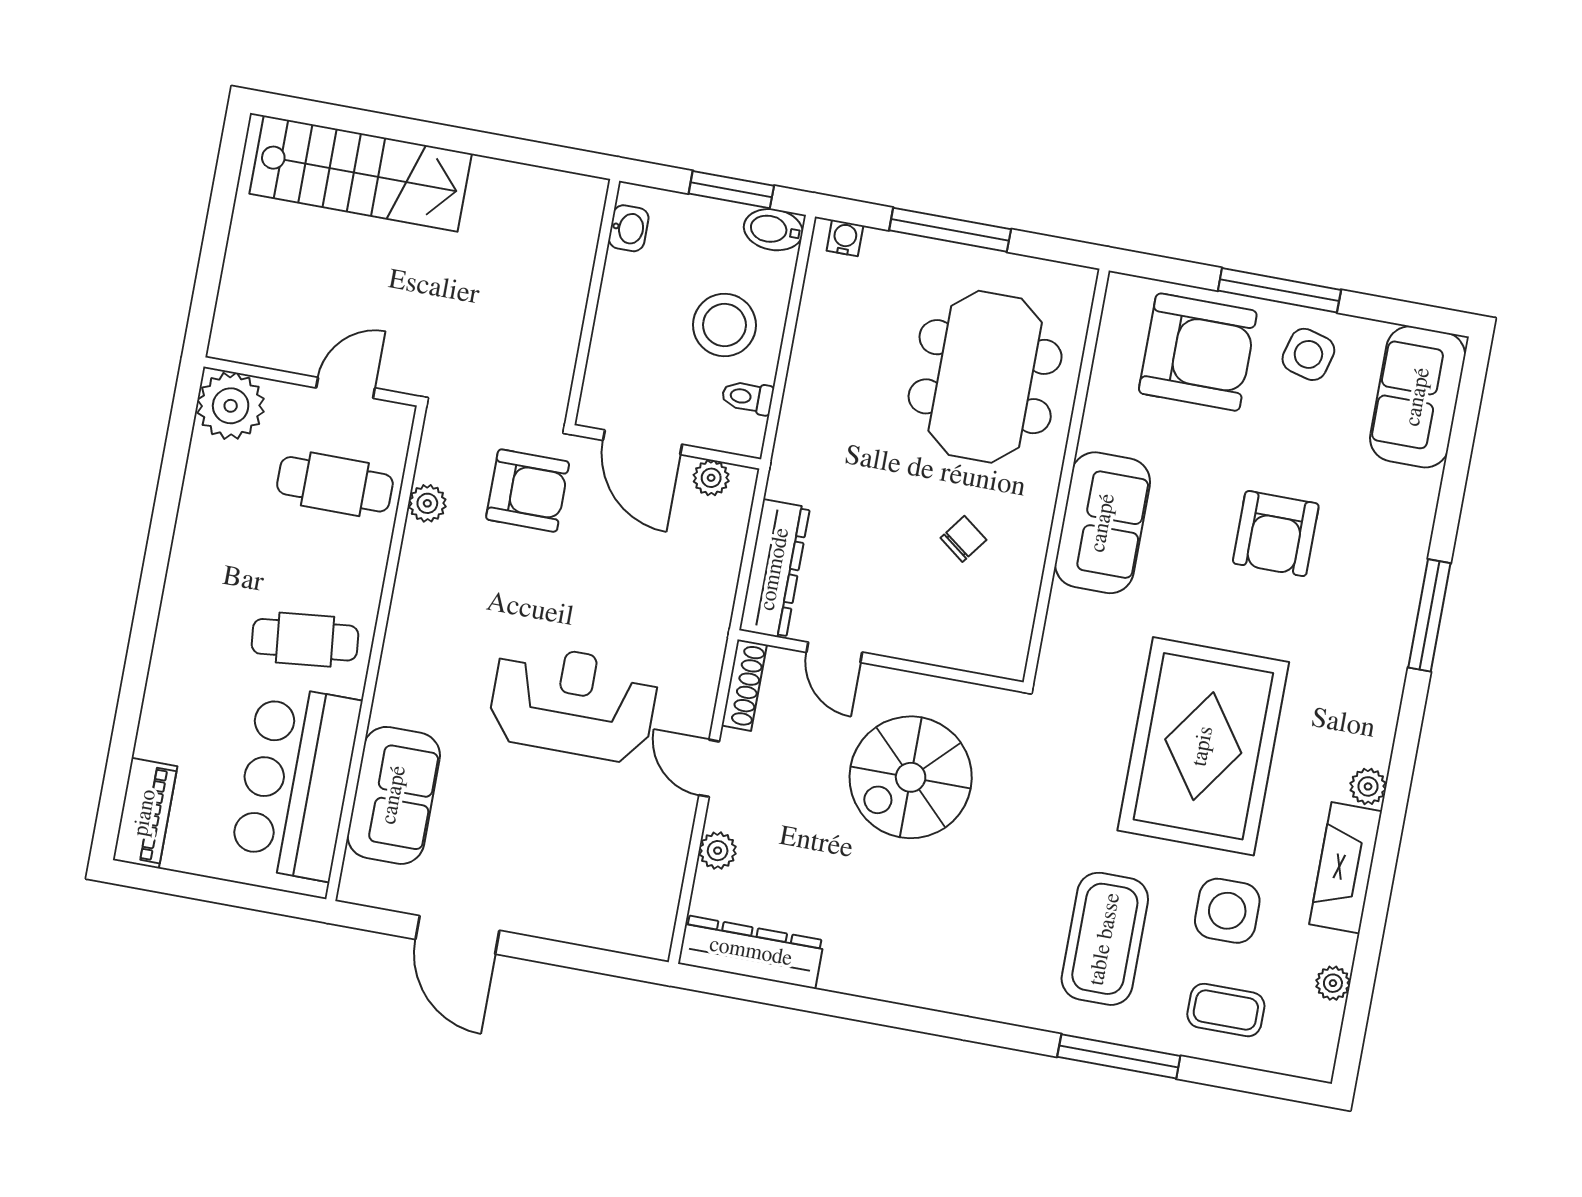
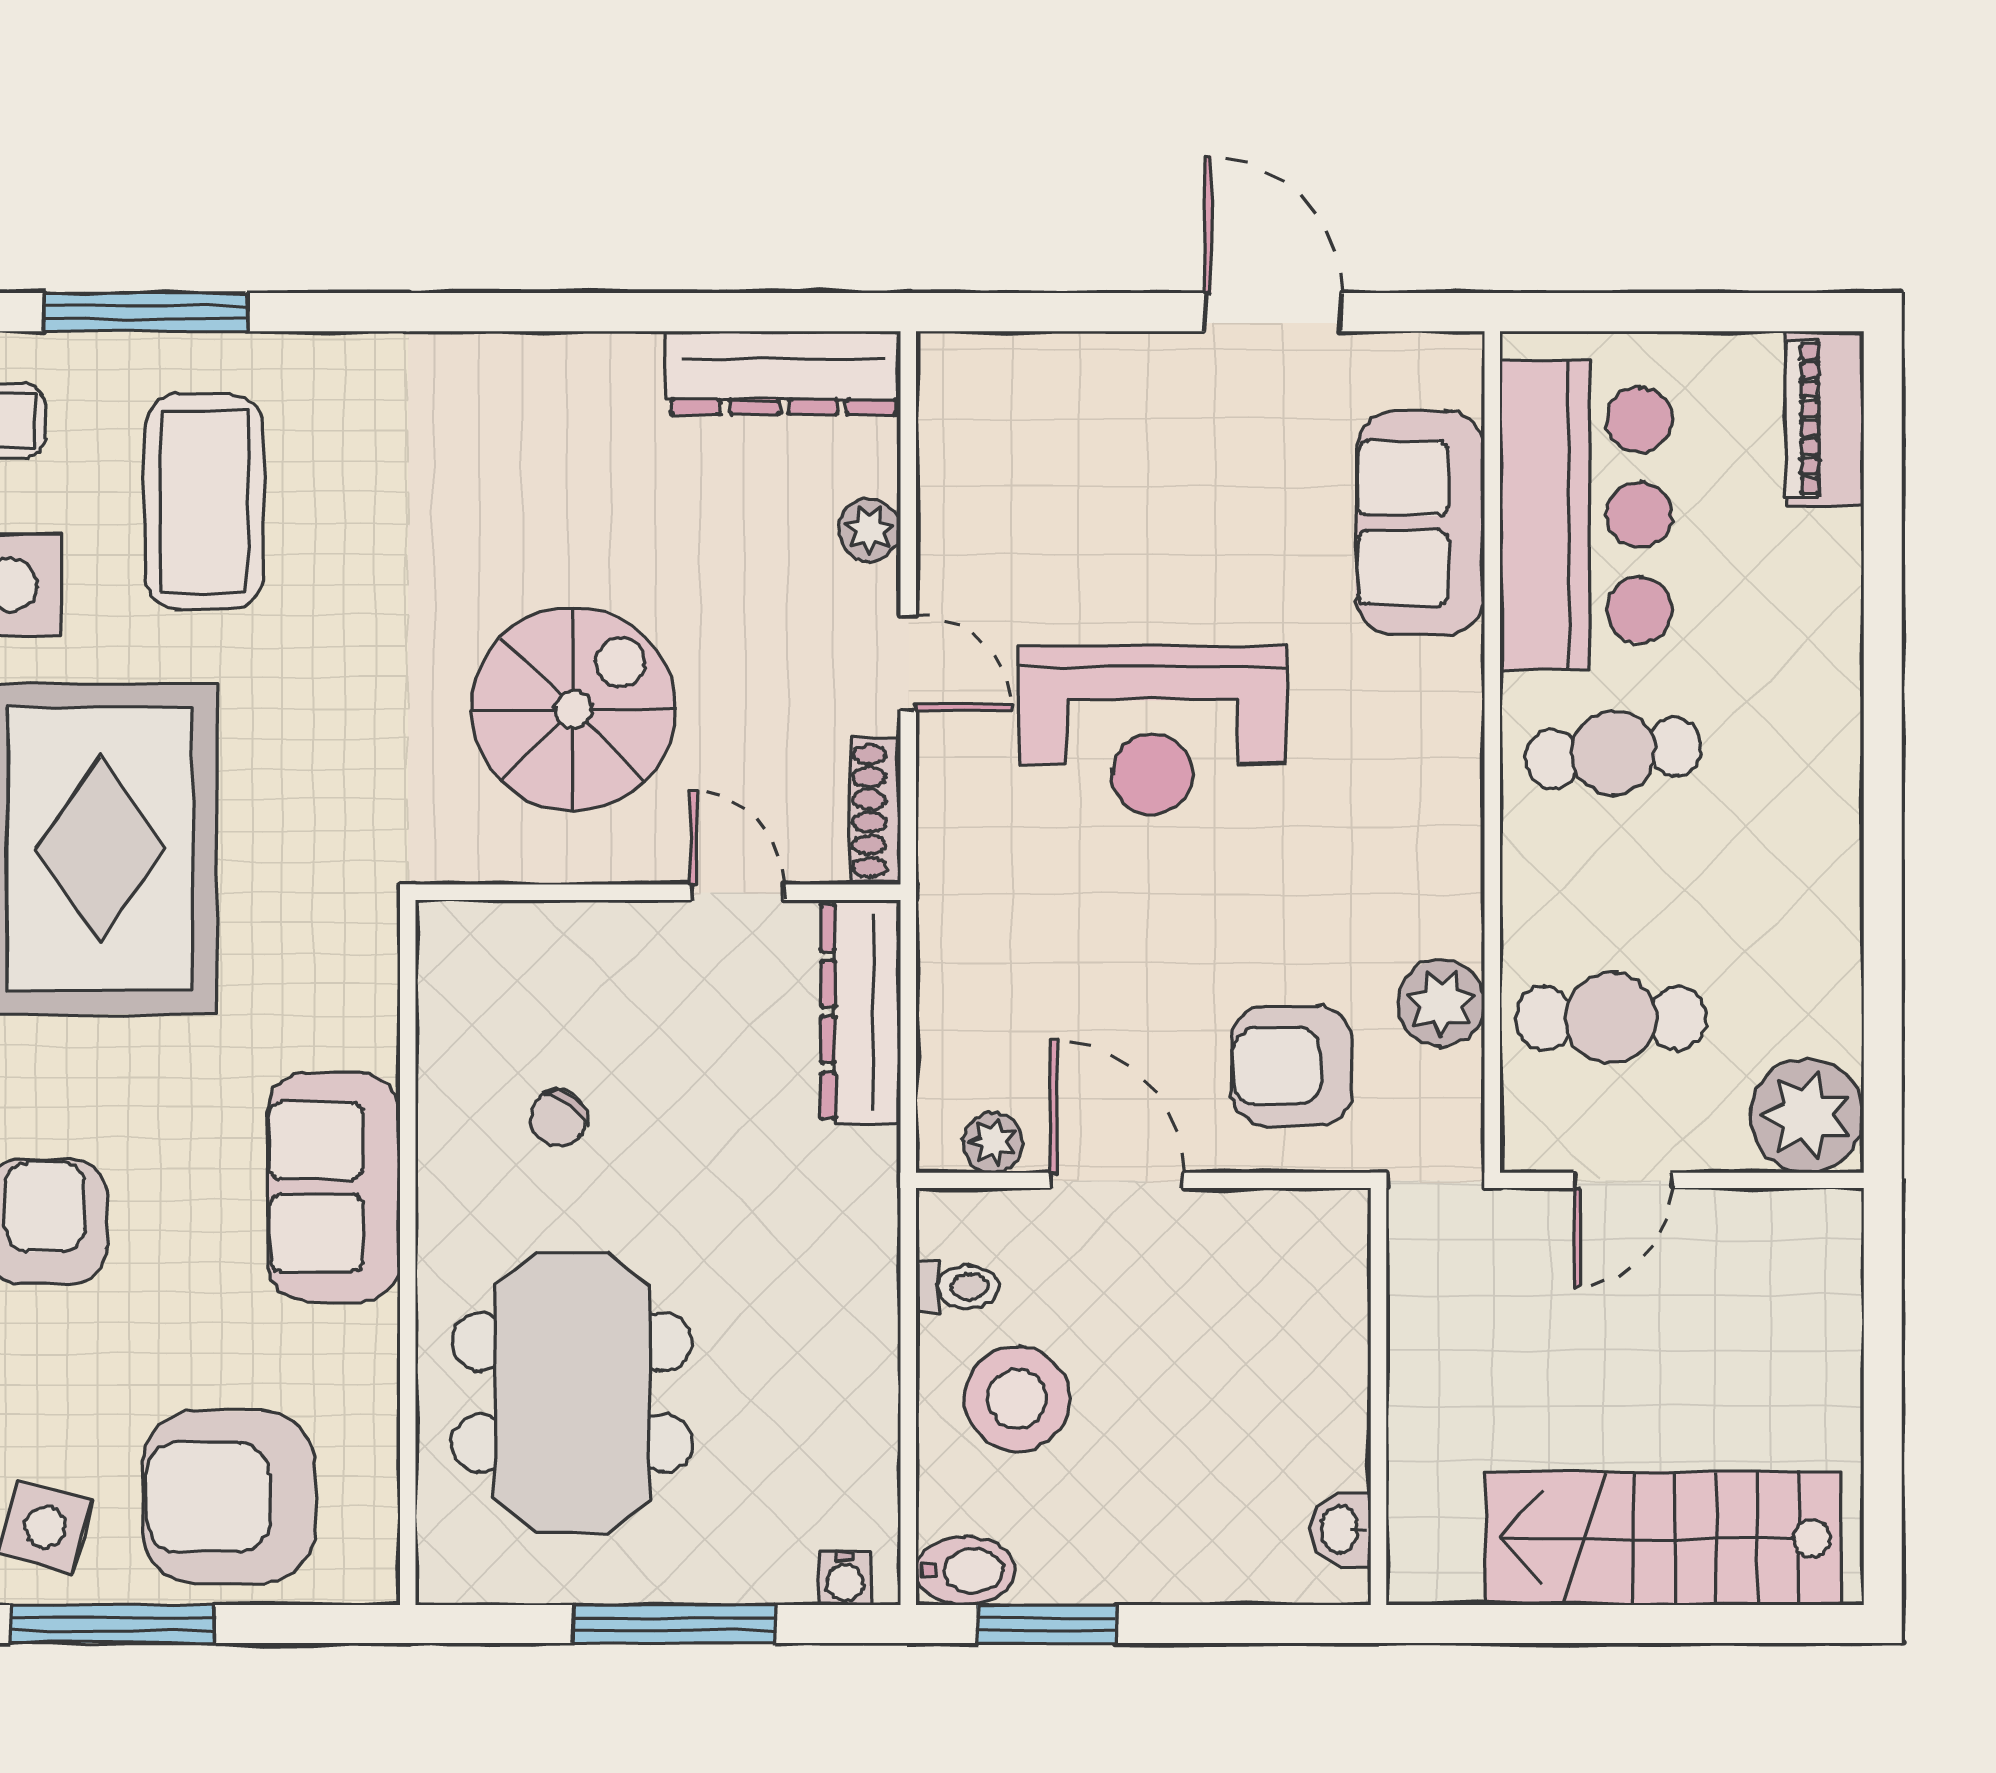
washbasin: (629, 228) -> (1341, 1529), moved
wall: (592, 302) -> (1378, 1396), moved
plant: (427, 503) -> (1441, 1003), width x1.38, depth x1.38

